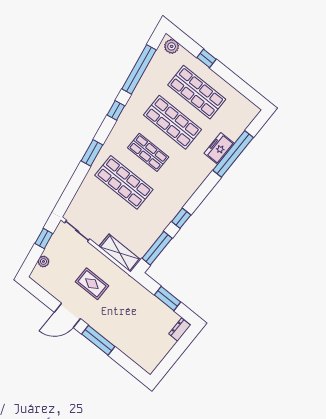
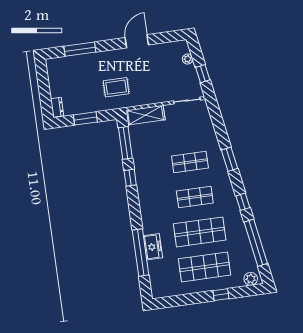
shop shelf: (124, 182) -> (190, 162), width x0.70, depth x0.74
rug: (92, 284) -> (116, 87), moved
window: (98, 340) -> (80, 49), moved

